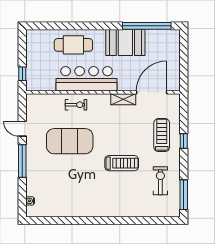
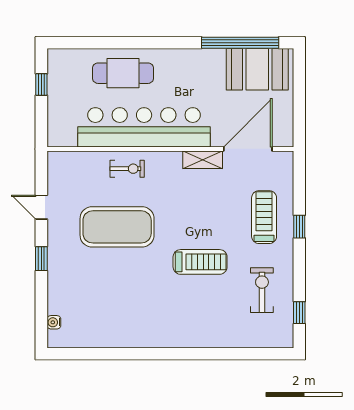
booth: (125, 42) -> (257, 69), moved
window: (22, 74) -> (41, 85), moved
bar counter: (87, 79) -> (144, 127), width x1.36
window: (22, 161) -> (41, 259), width x0.46
window: (184, 195) -> (299, 313), width x0.46

